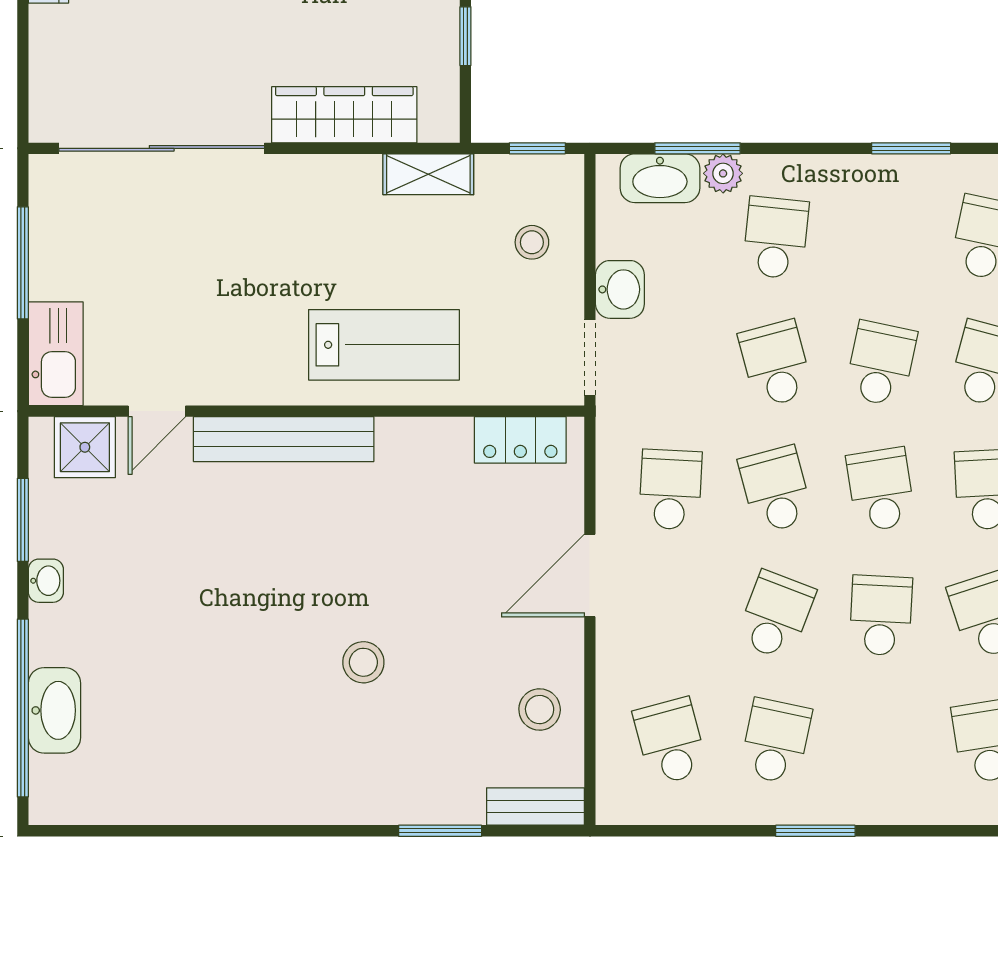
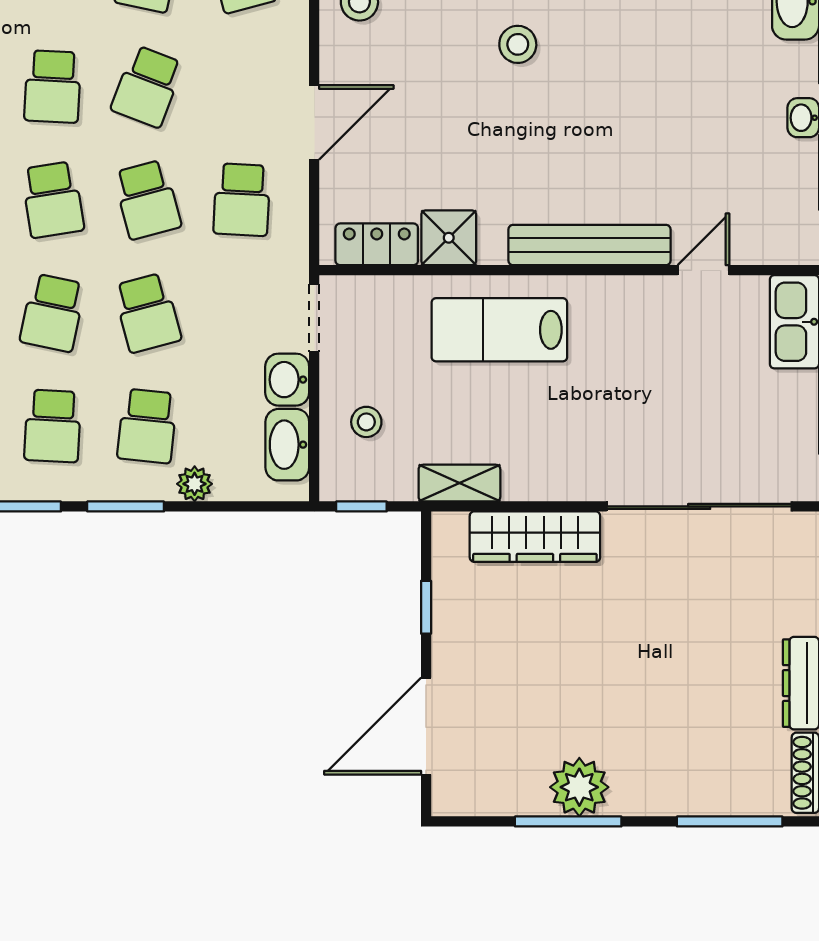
window: (698, 148) -> (126, 506), moved
washbasin: (660, 178) -> (287, 445), moved, turned -90
school desk: (881, 238) -> (53, 426), added
shower: (85, 447) -> (449, 238), moved

